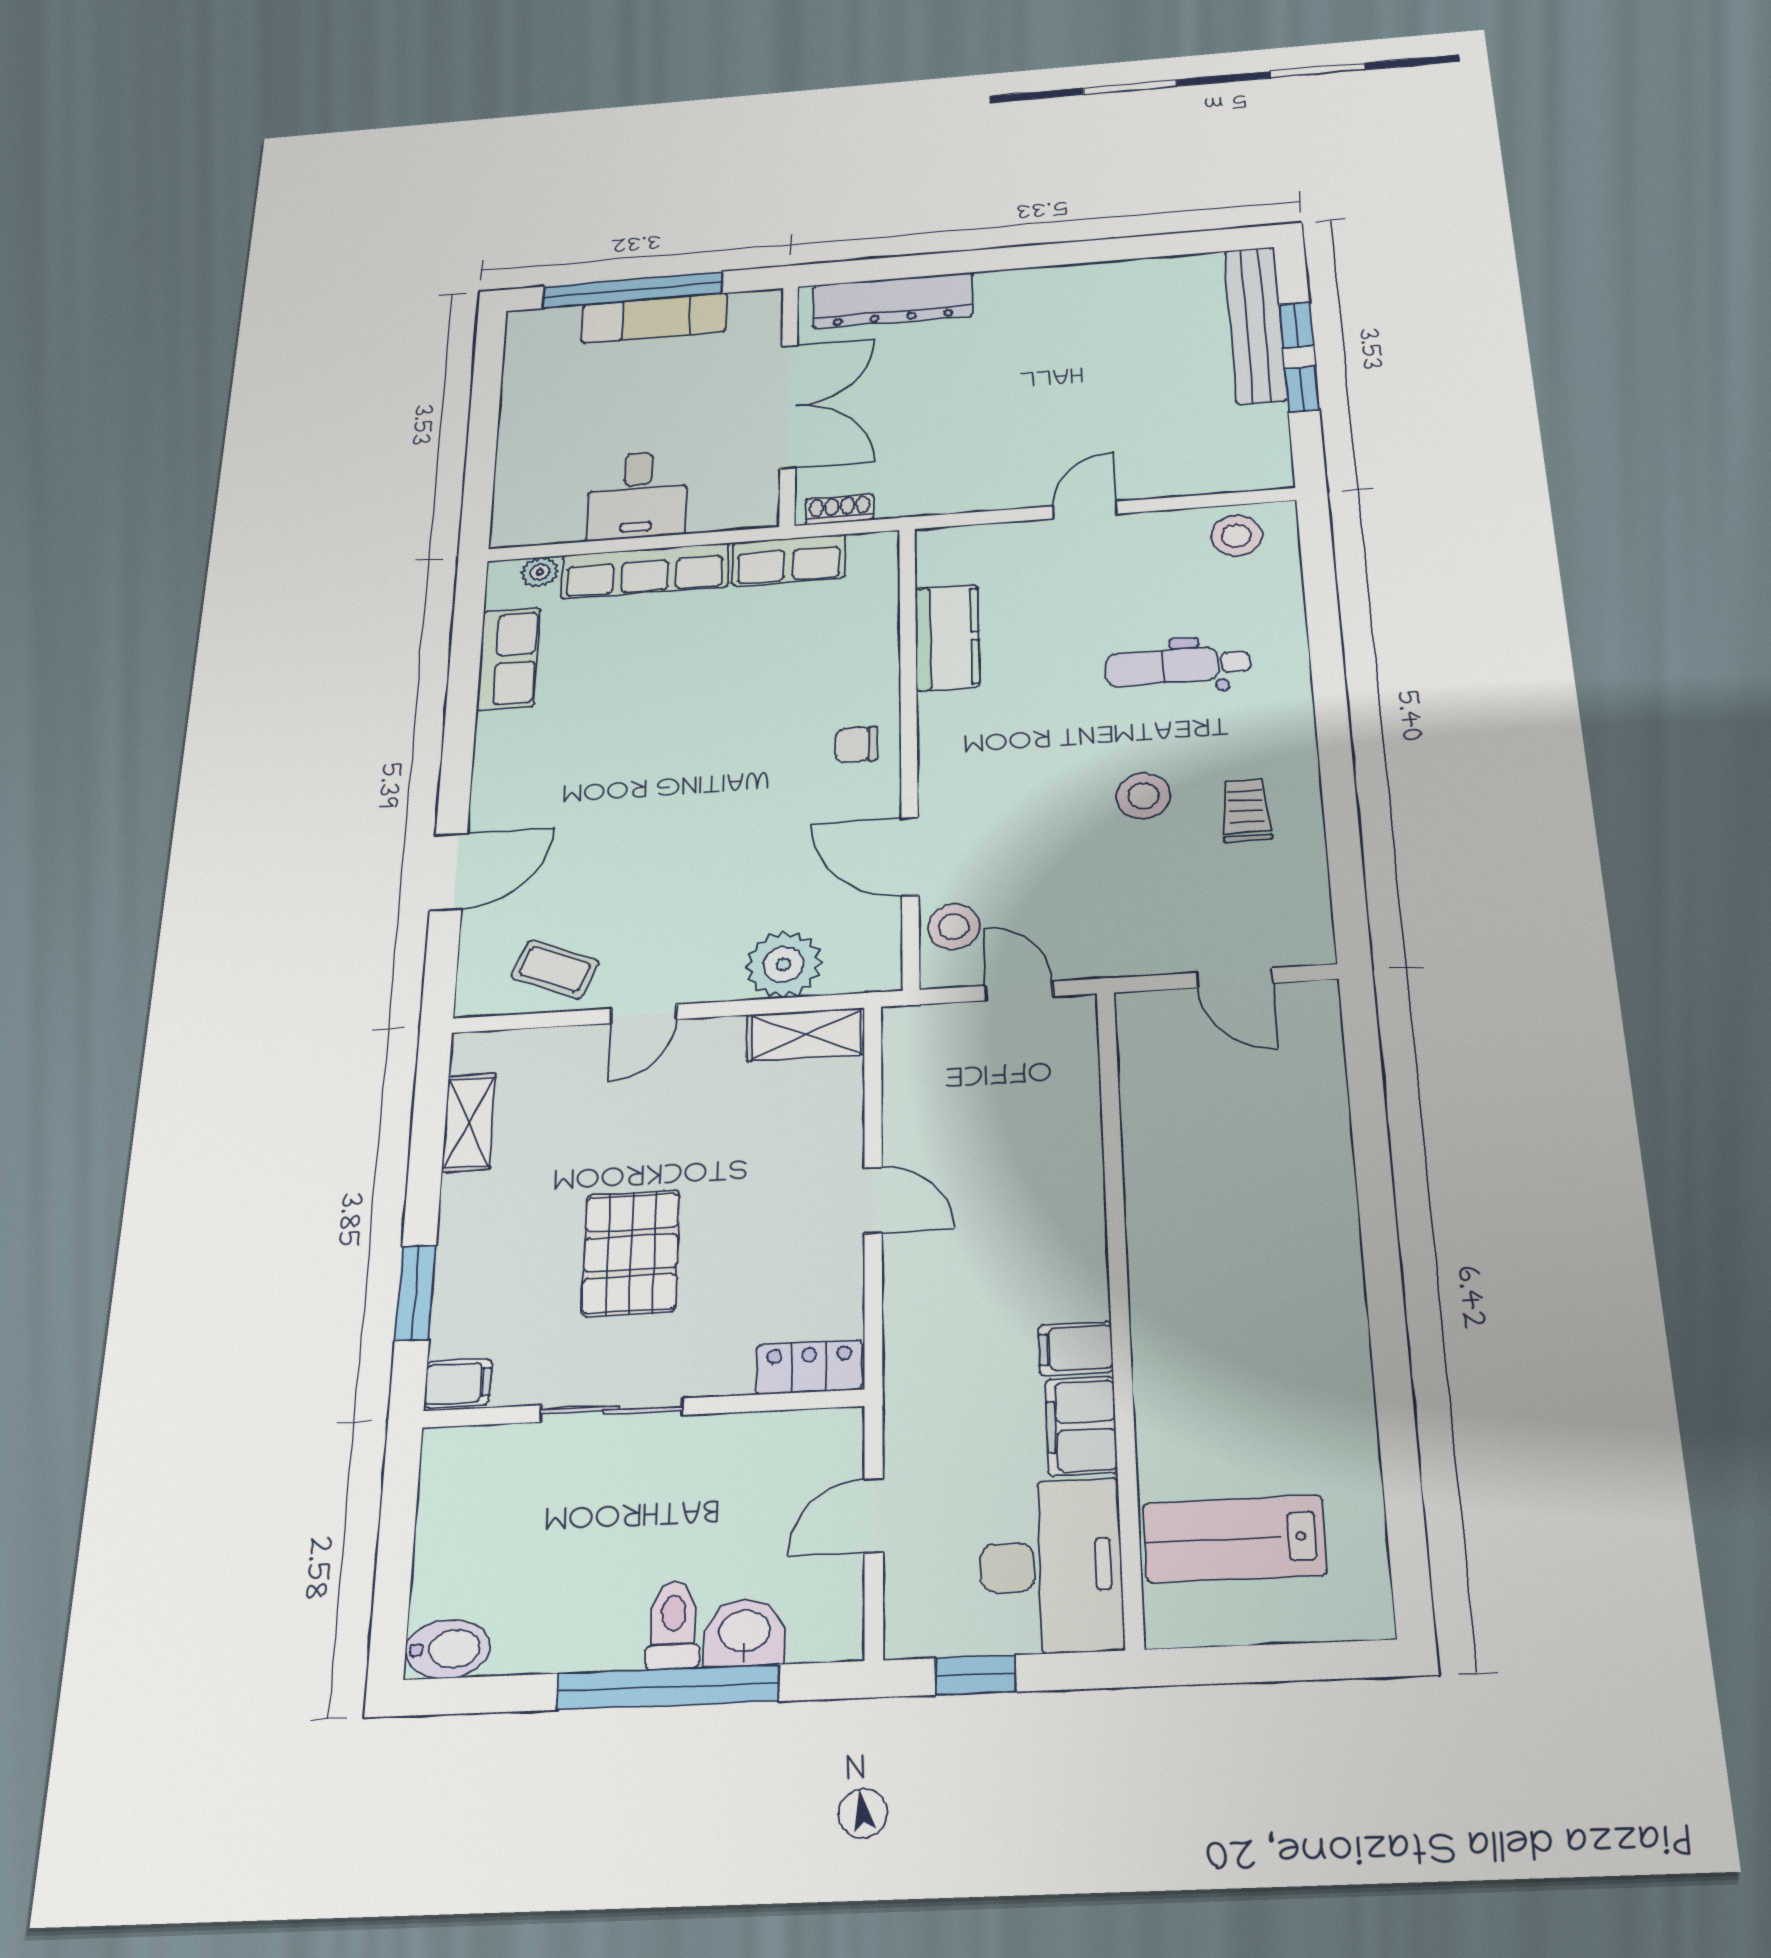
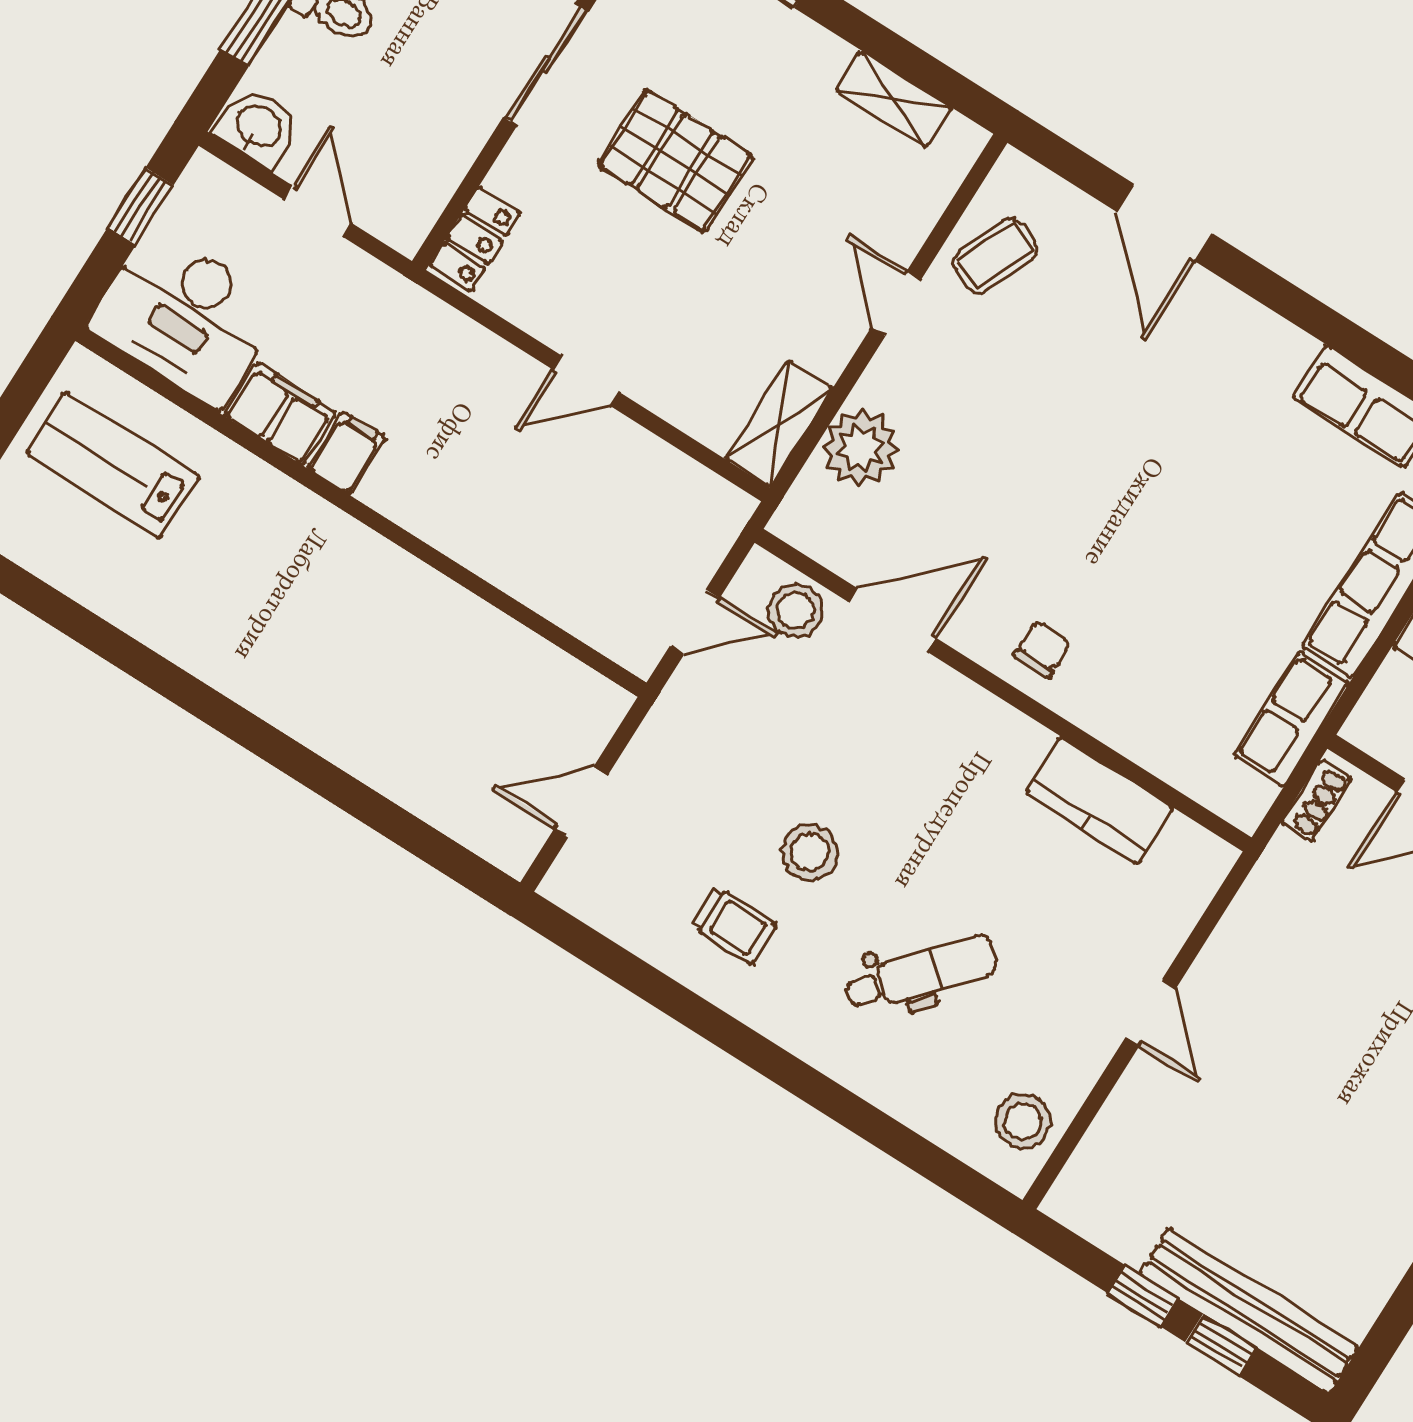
dental chair: (1178, 666) -> (921, 974), turned 41
lab bench: (1234, 1539) -> (113, 465), turned -90
washbasin: (745, 1633) -> (258, 127), moved, turned -90

